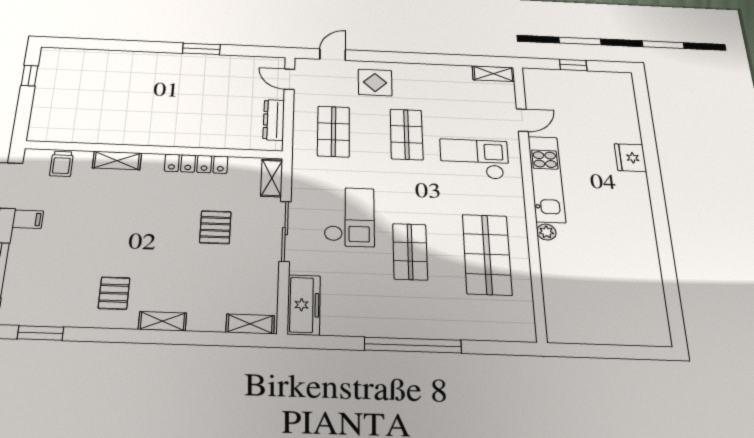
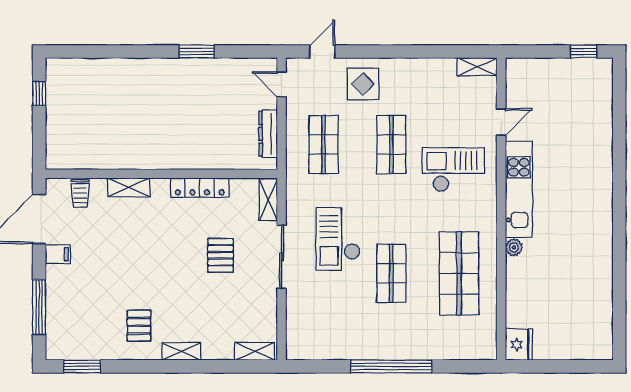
window: (573, 65) -> (584, 51), moved
fridge: (630, 158) -> (519, 345), moved, turned 180
checkout: (349, 217) -> (338, 239), turned 180
freezer: (304, 305) -> (299, 331), removed

